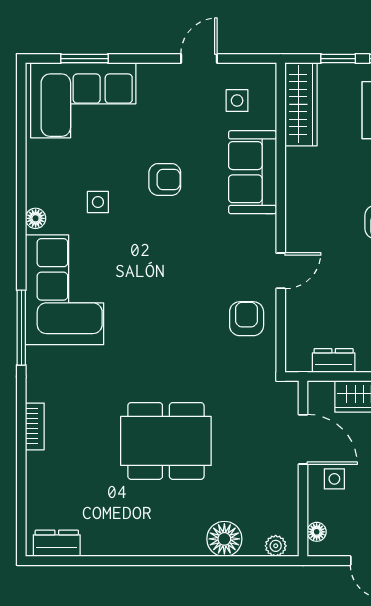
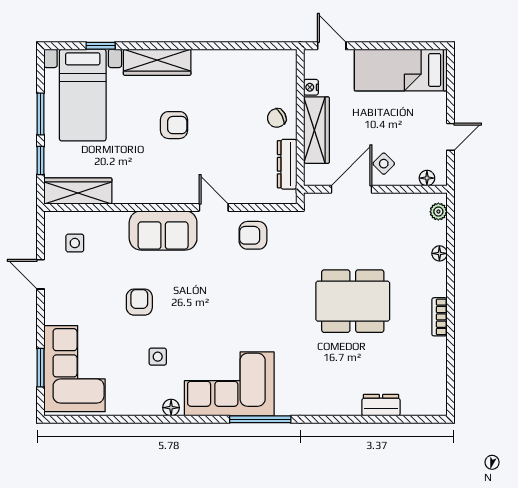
sofa: (253, 172) -> (163, 230), moved
dresser: (334, 360) -> (287, 164), width x1.44
bookcase: (35, 426) -> (439, 317), moved, turned -90
dining table: (166, 441) -> (353, 301), turned 90
side table: (334, 479) -> (384, 164), turned 45
floor lamp: (224, 539) -> (439, 253), width x0.53, depth x0.53
dresser: (57, 543) -> (381, 405), moved, turned 90

